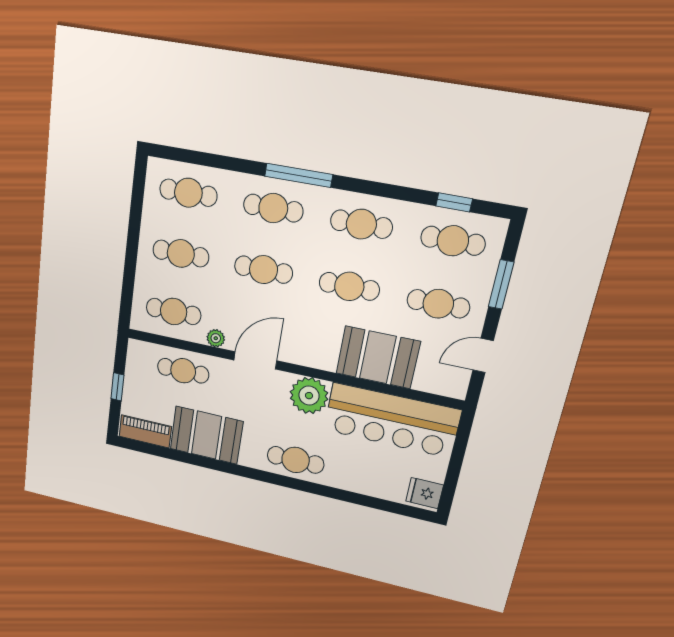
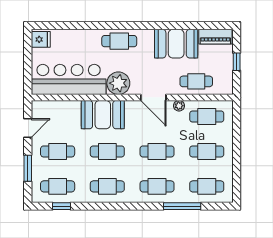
window: (299, 175) -> (182, 206), moved
booth: (378, 357) -> (103, 115), moved
door: (255, 360) -> (153, 97), hinge flipped

